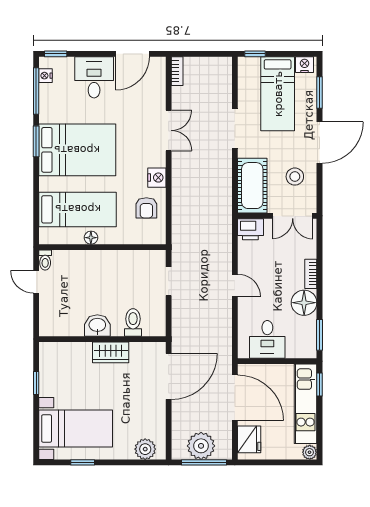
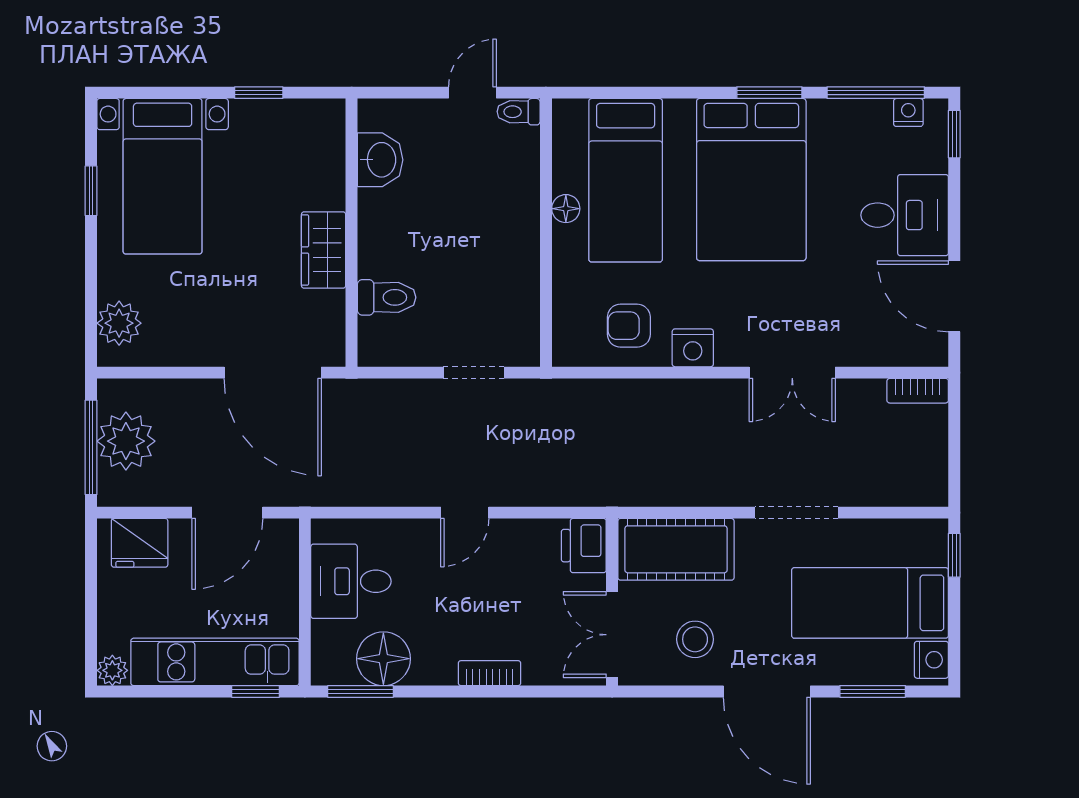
floor lamp: (304, 303) -> (383, 659), moved
washbasin: (97, 326) -> (380, 160), moved
door: (235, 398) -> (227, 513), width x0.73

